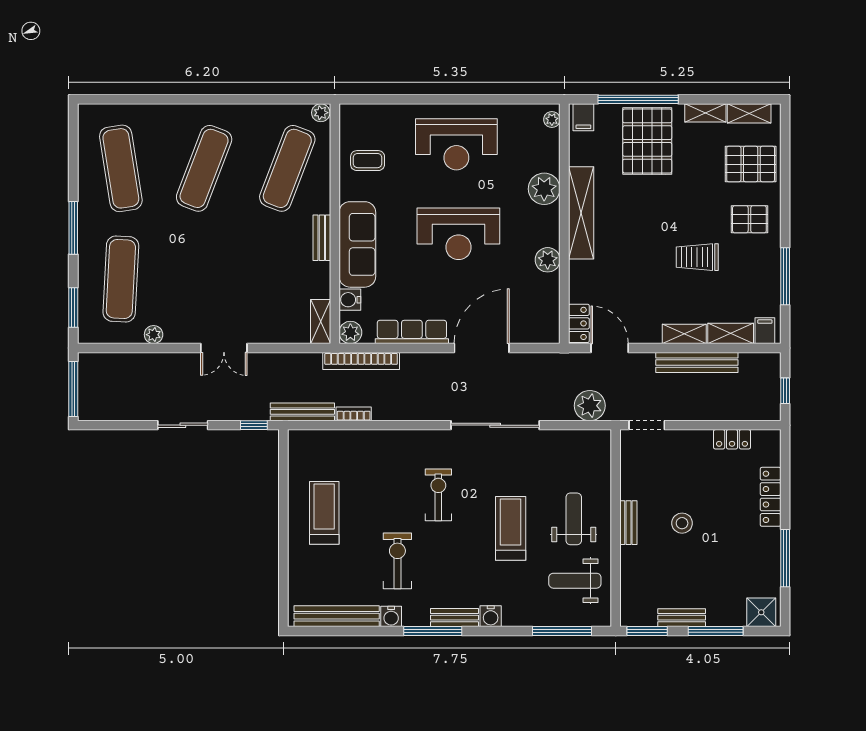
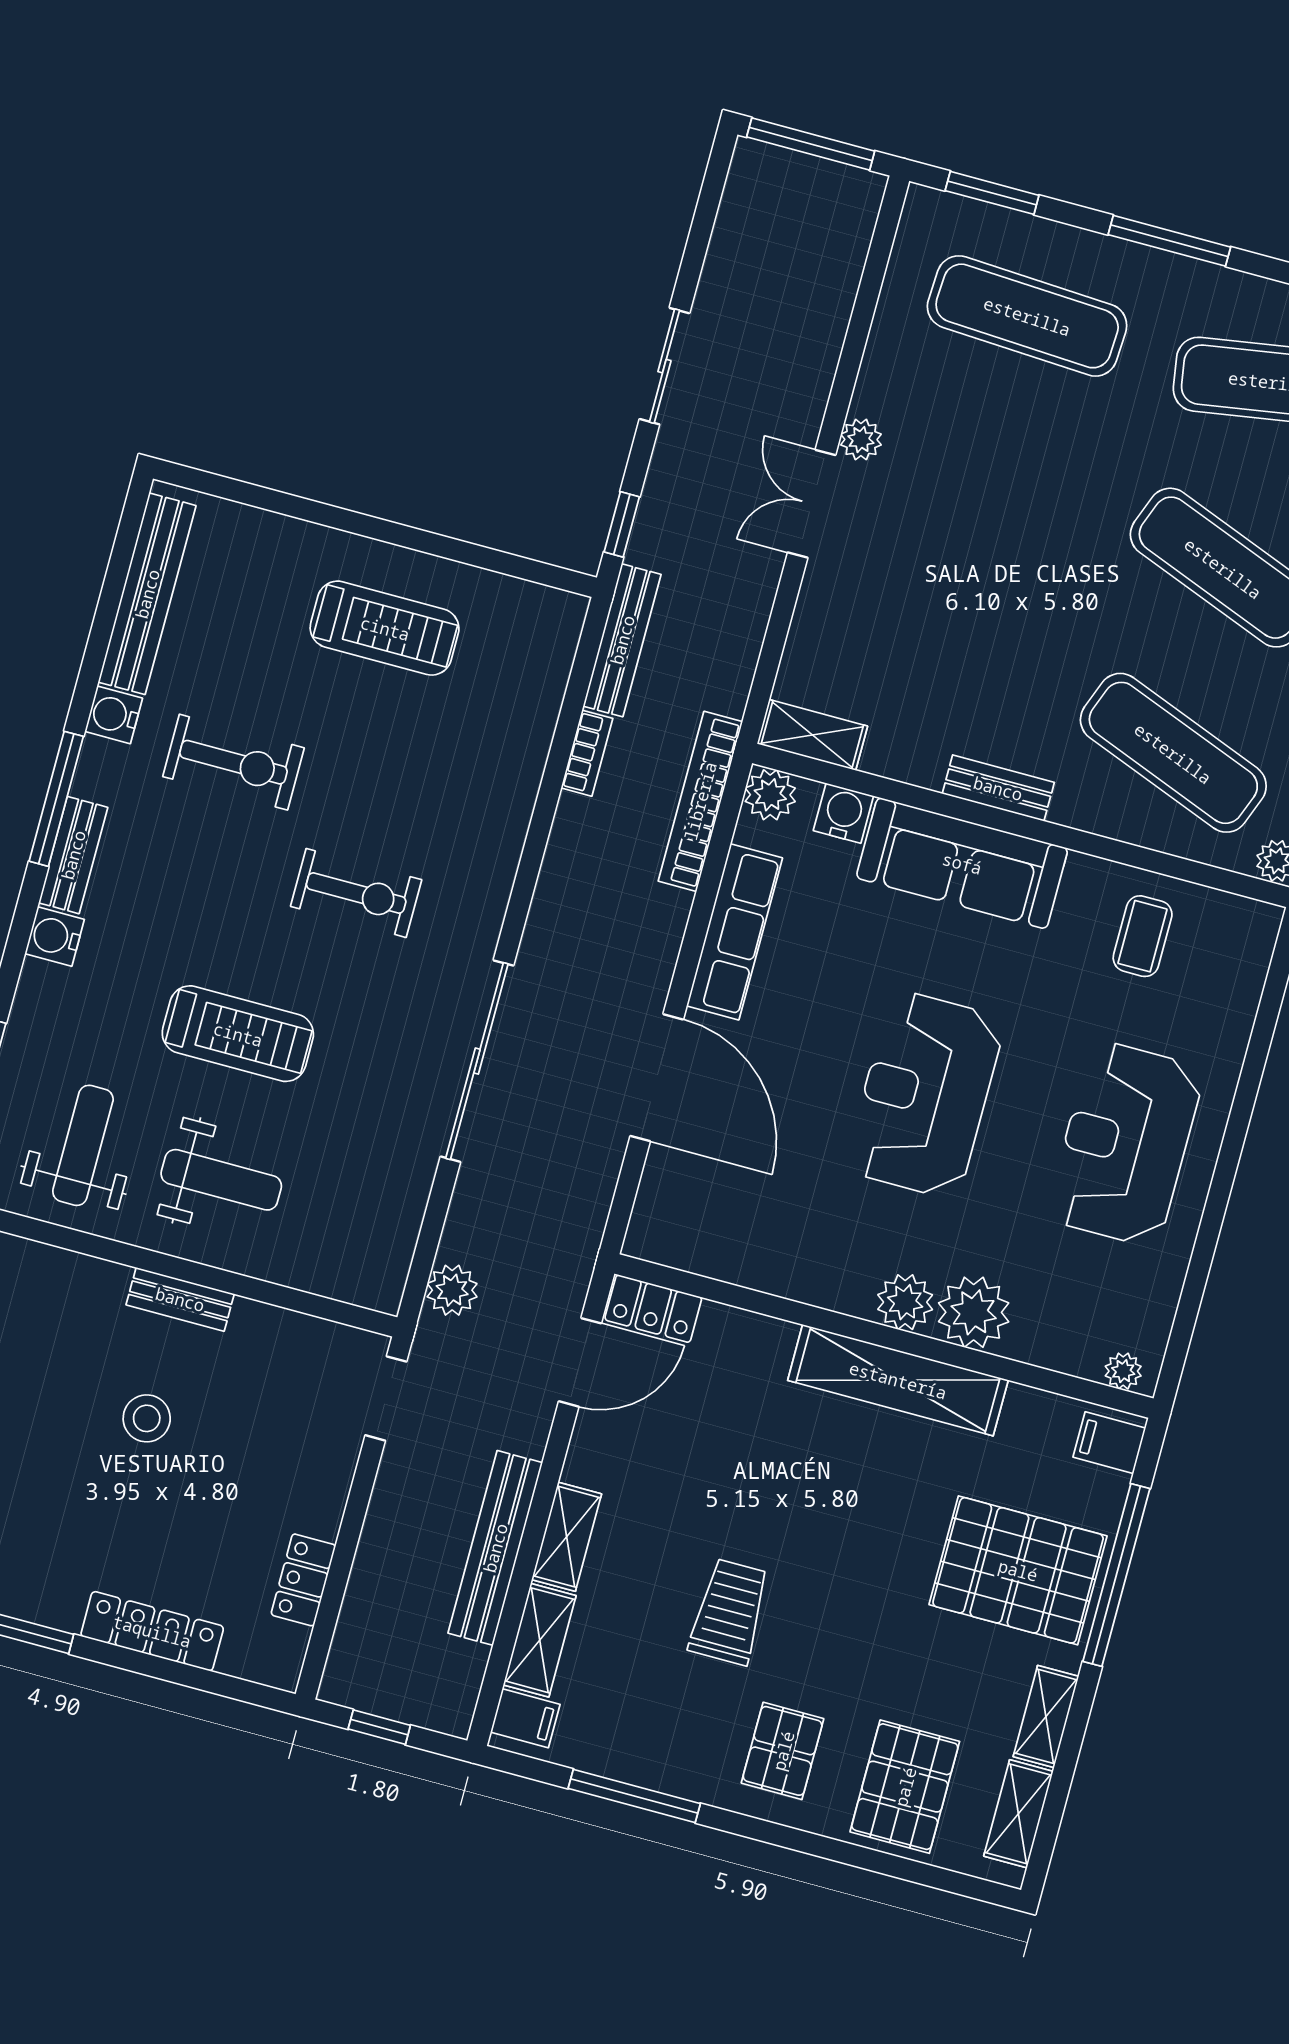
plant: (548, 260) -> (905, 1302), moved
plant: (154, 335) -> (861, 440), moved
plant: (590, 406) -> (452, 1290), width x0.73, depth x0.73

